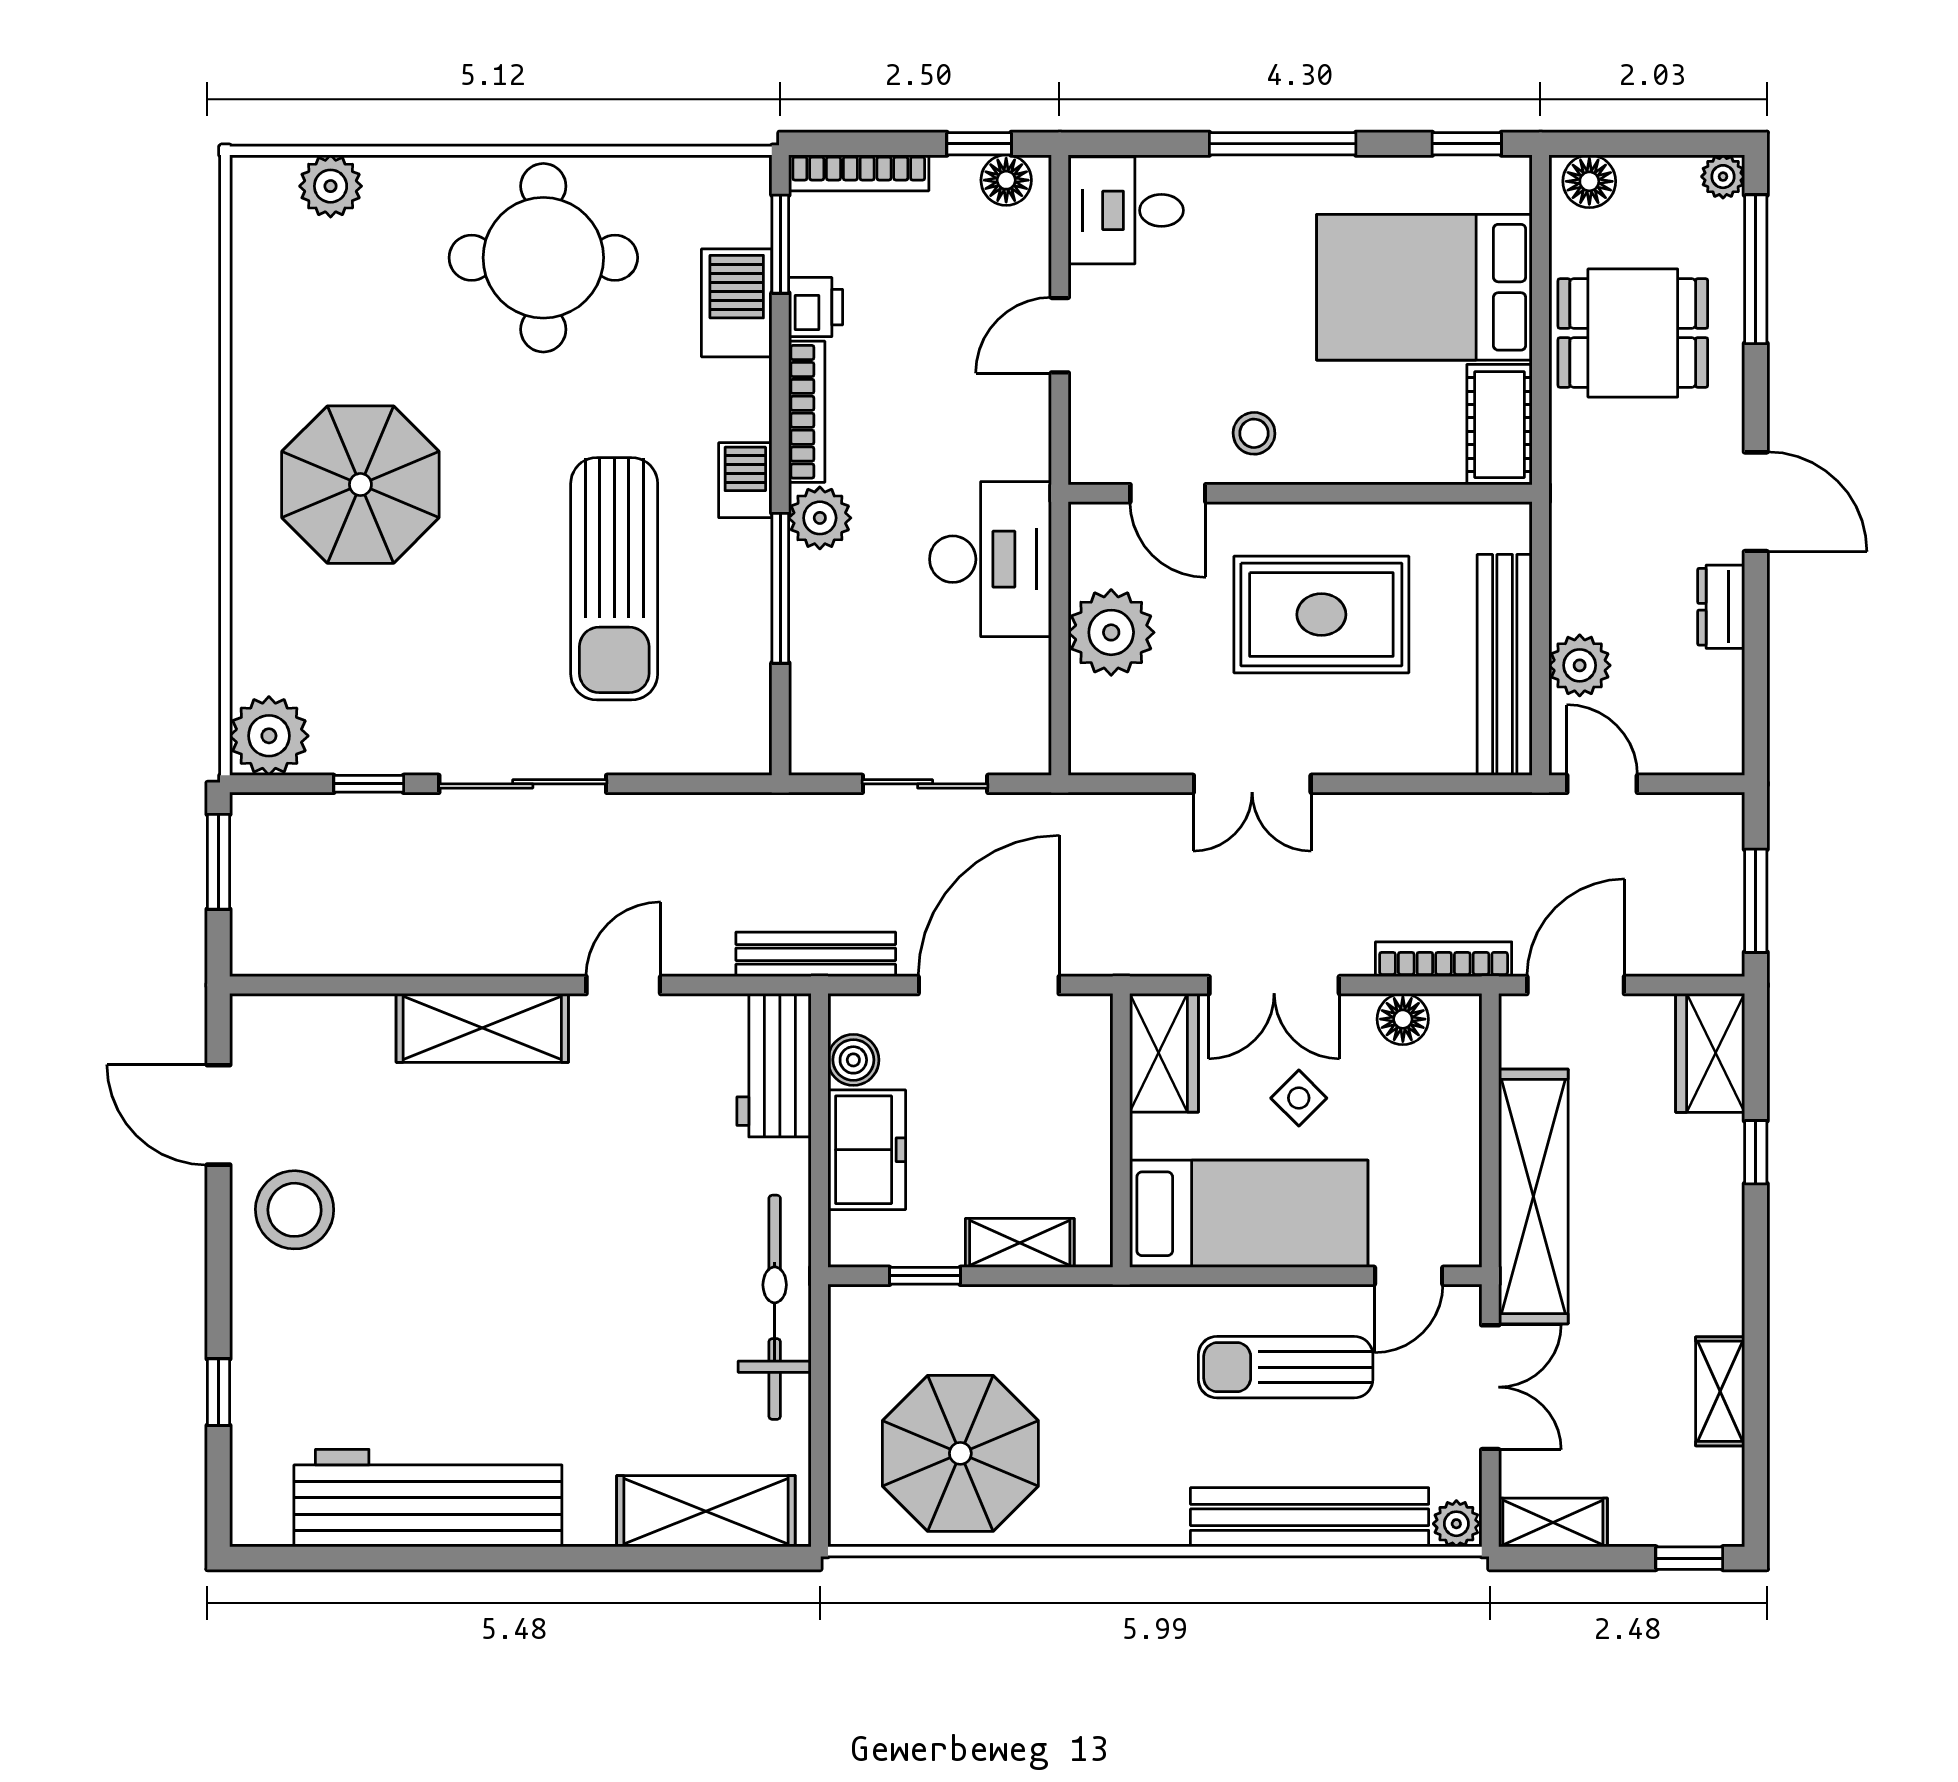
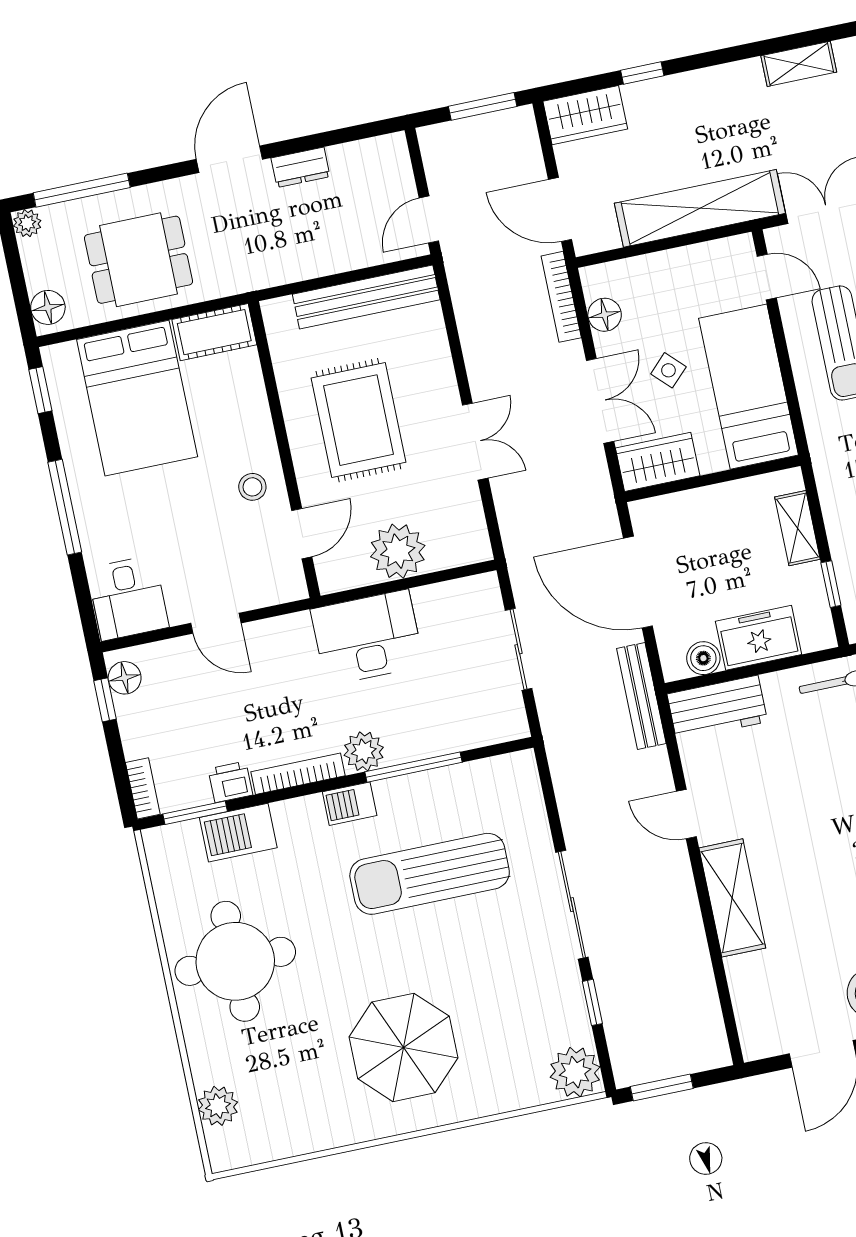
bookcase: (859, 173) -> (143, 788), width x0.64
dining table: (1633, 333) -> (138, 260), turned 90
sun lounger: (614, 579) -> (430, 874), turned 180
plant: (1580, 665) -> (357, 249), removed

